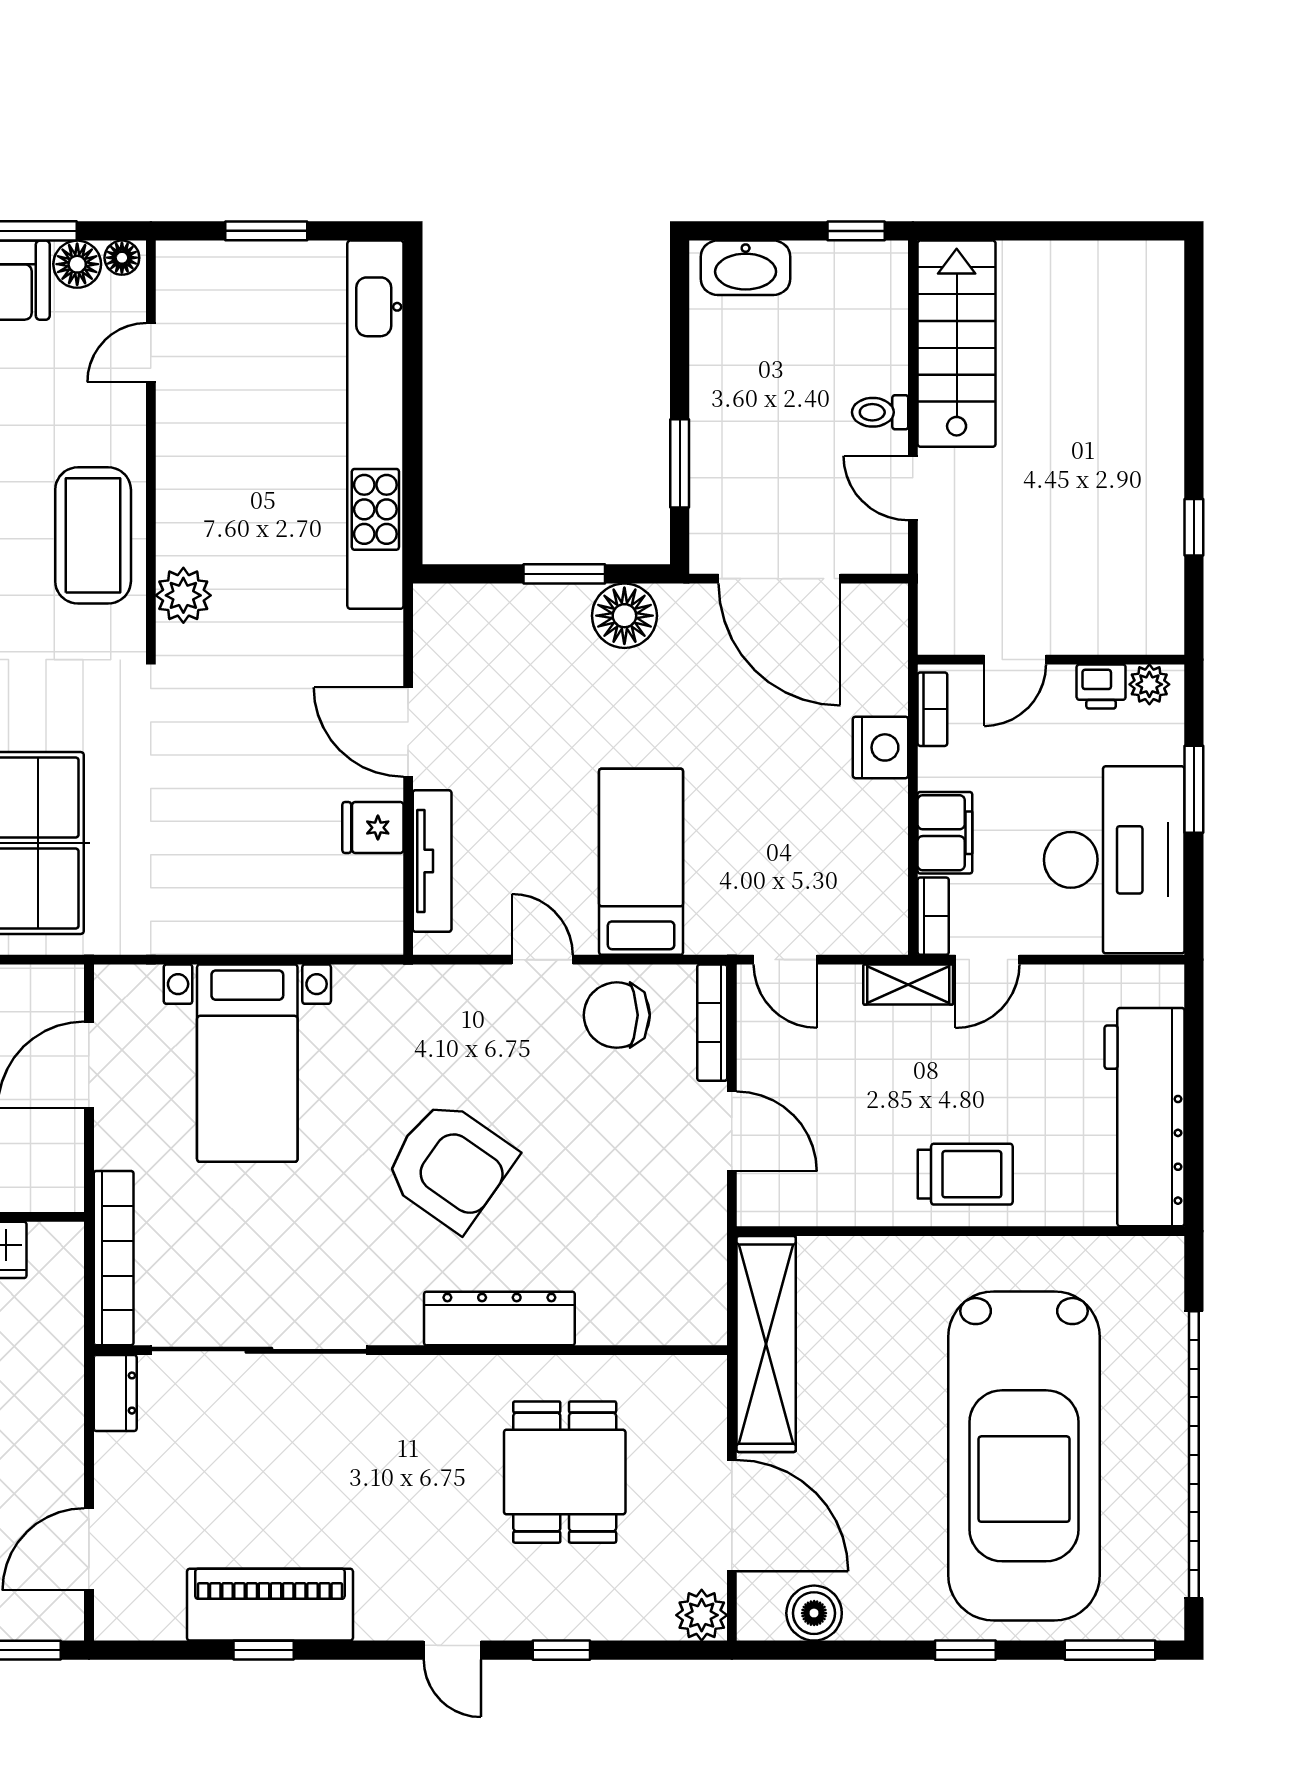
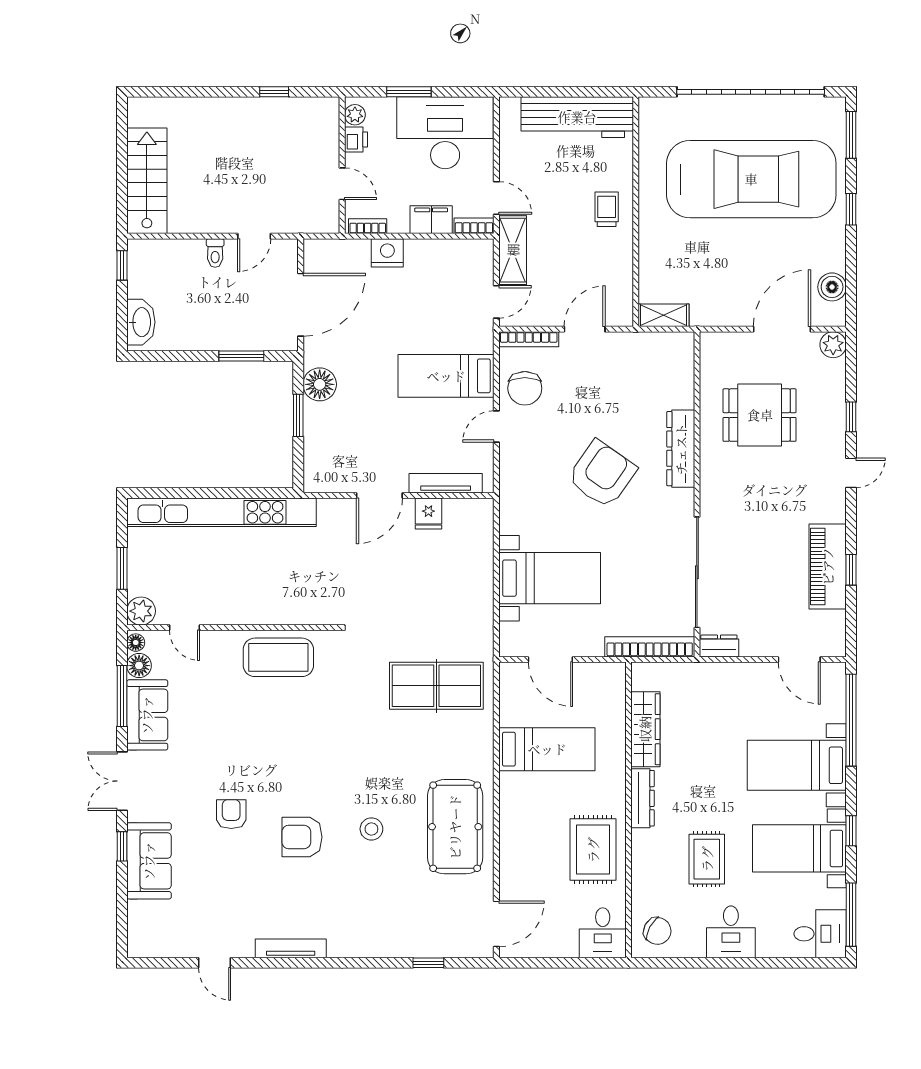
stairs: (957, 344) -> (147, 181), moved, turned 90
plant: (183, 595) -> (141, 611), moved
shelving: (908, 985) -> (513, 250), width x1.50, depth x1.33
trolley: (965, 1174) -> (607, 209), width x0.73, depth x0.72
shelving: (766, 1344) -> (663, 315), width x0.45, depth x0.75

